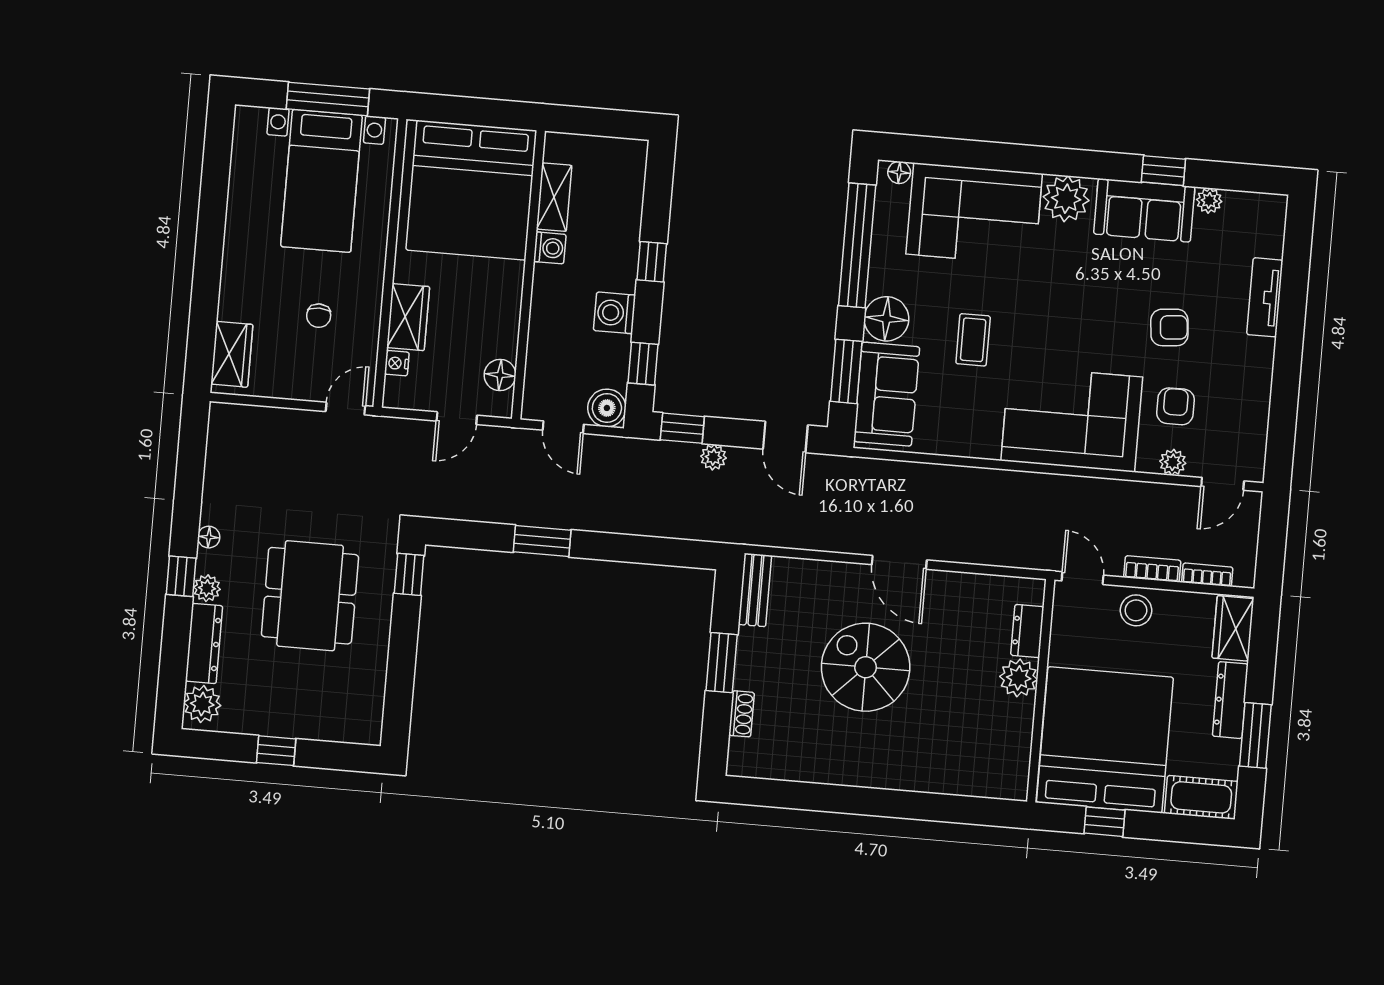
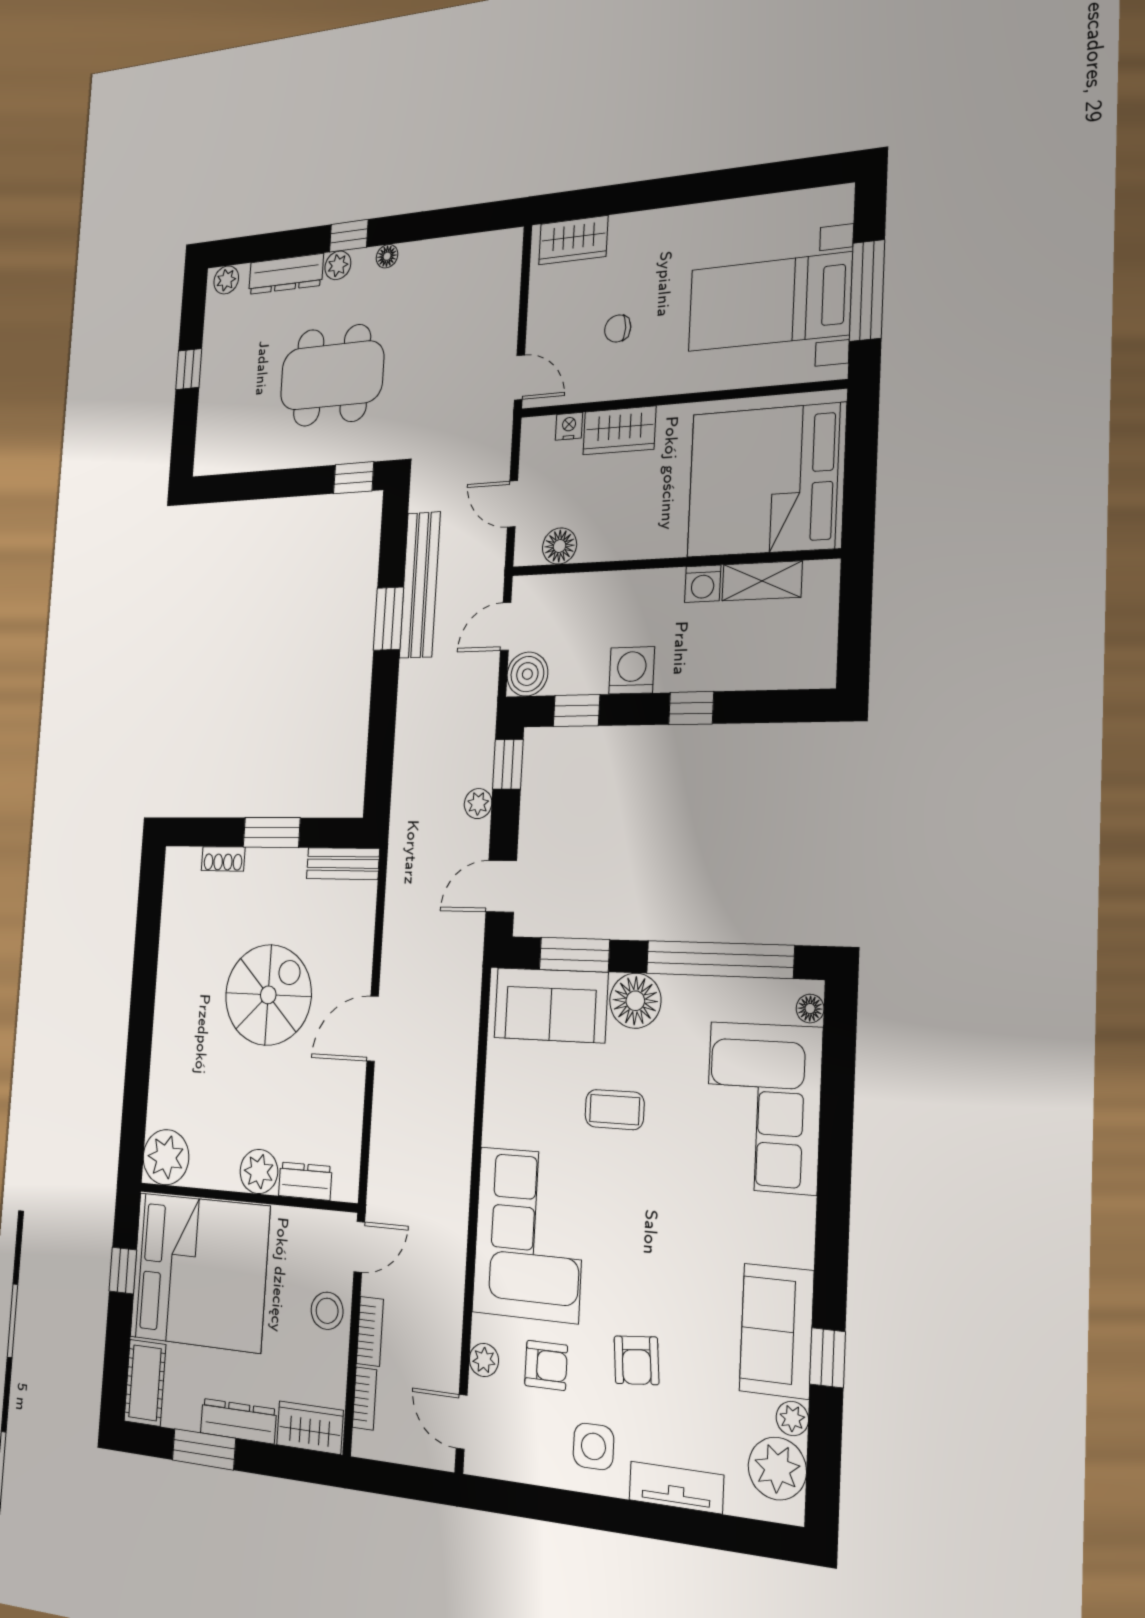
plant: (1066, 199) -> (777, 1469), moved
side table: (1237, 367) -> (593, 1446), added
bench: (516, 509) -> (420, 585), added
plant: (202, 704) -> (226, 280), width x0.73, depth x0.73
plant: (1005, 775) -> (166, 1157), added

